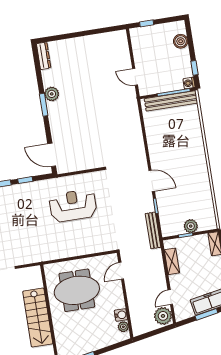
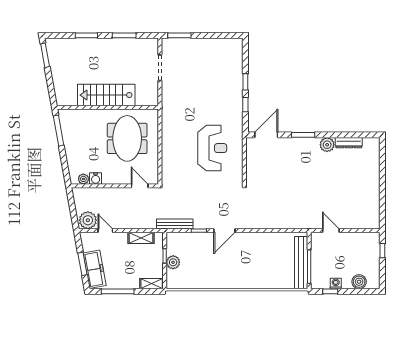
dresser: (44, 56) -> (349, 143), moved
door: (135, 77) -> (331, 231), hinge flipped
washing machine: (189, 83) -> (336, 283), moved
window: (44, 105) -> (303, 135), moved

